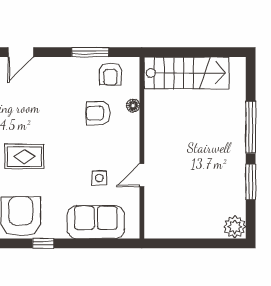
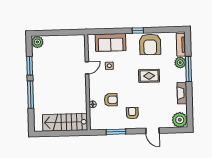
door: (21, 52) -> (152, 131), swing flipped
armchair: (110, 74) -> (132, 113), moved

